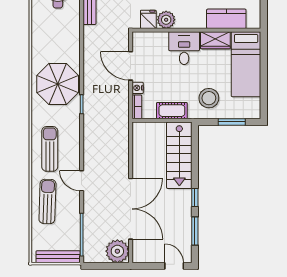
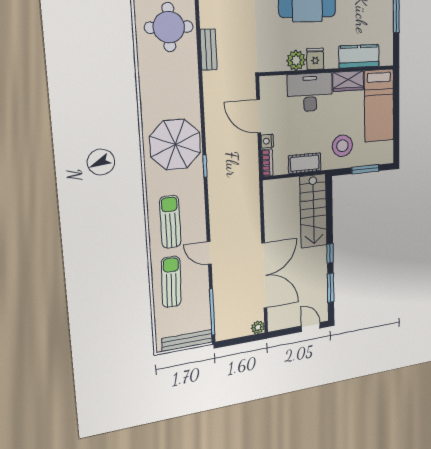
fridge: (148, 19) -> (315, 59), moved
desk: (184, 48) -> (310, 92), width x1.37
plant: (117, 251) -> (258, 327), width x0.53, depth x0.53

